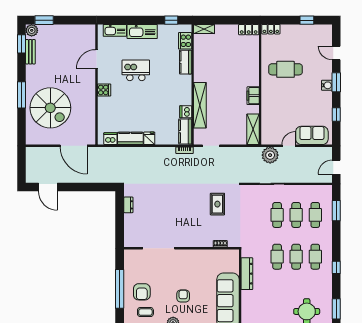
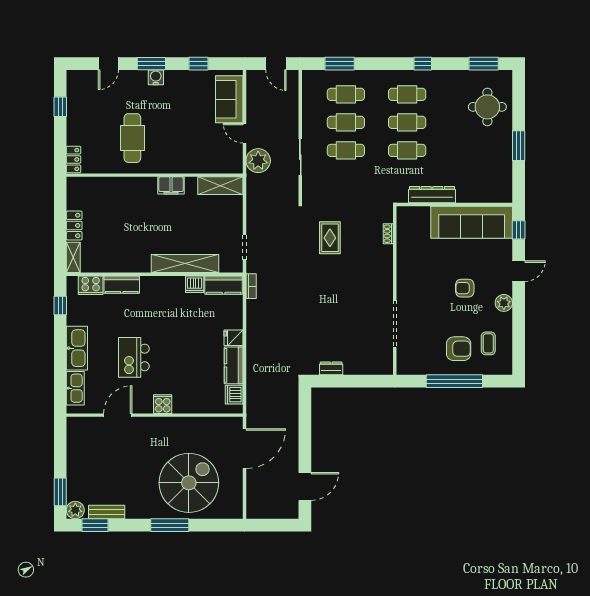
locker: (249, 30) -> (74, 225), moved
door: (96, 59) -> (118, 415), swing flipped
rug: (217, 204) -> (330, 238), turned 90

